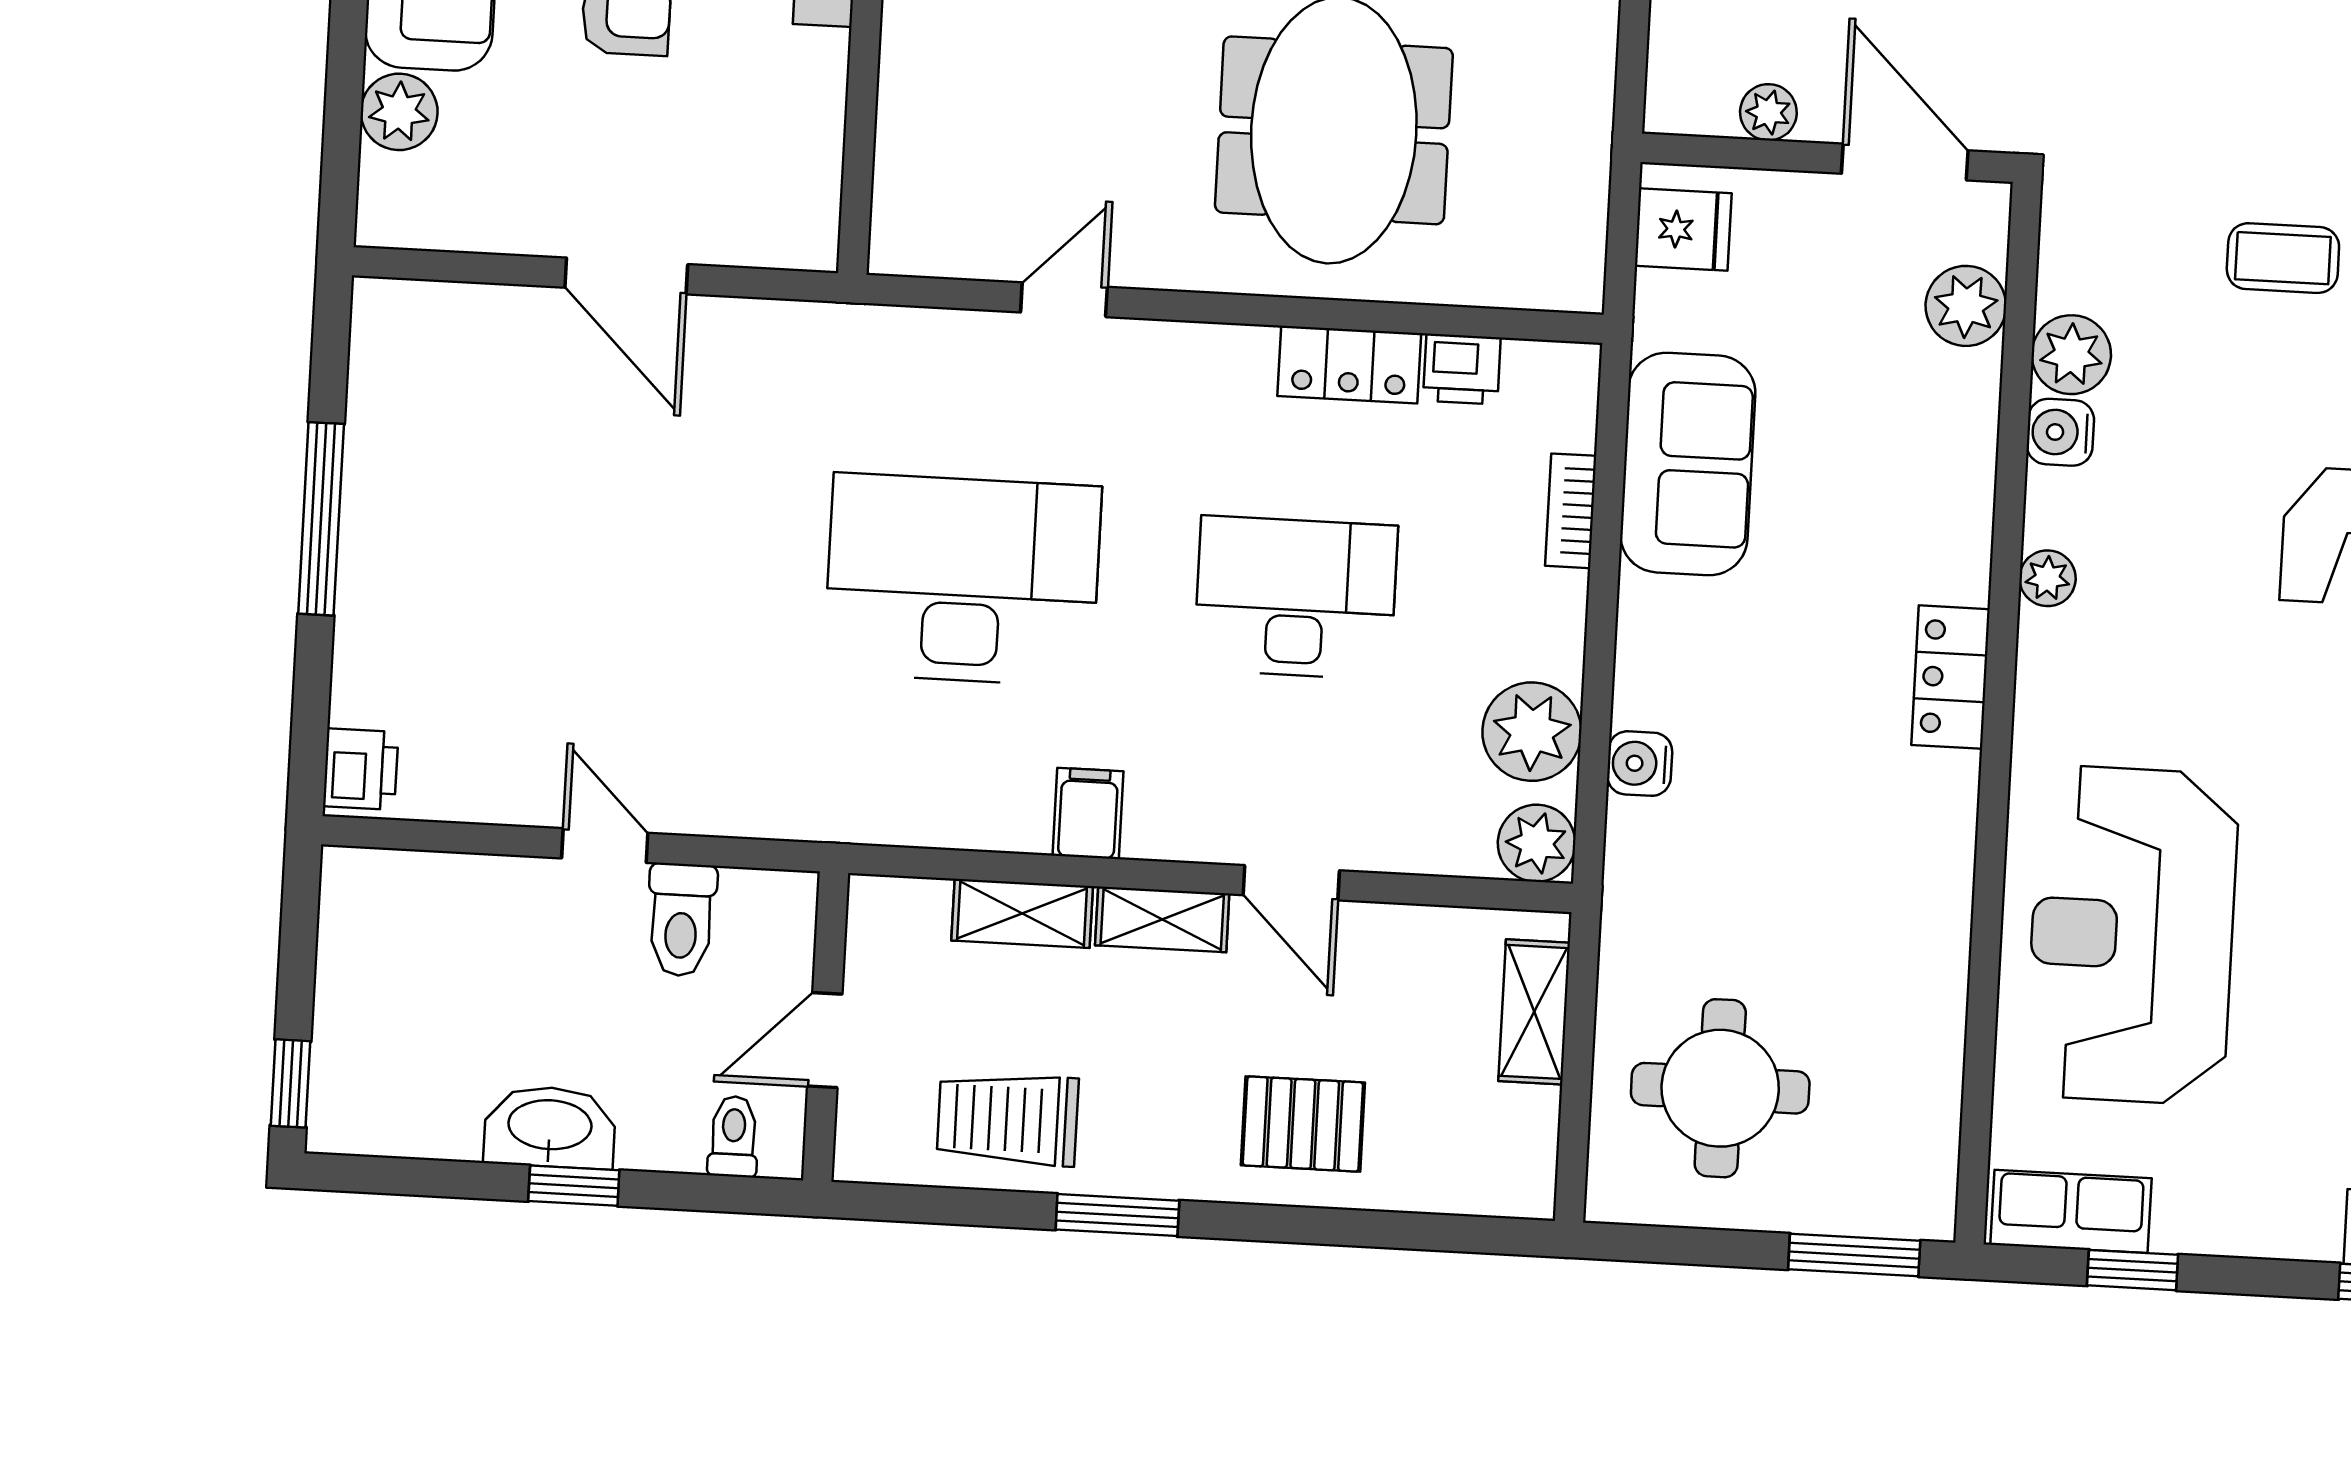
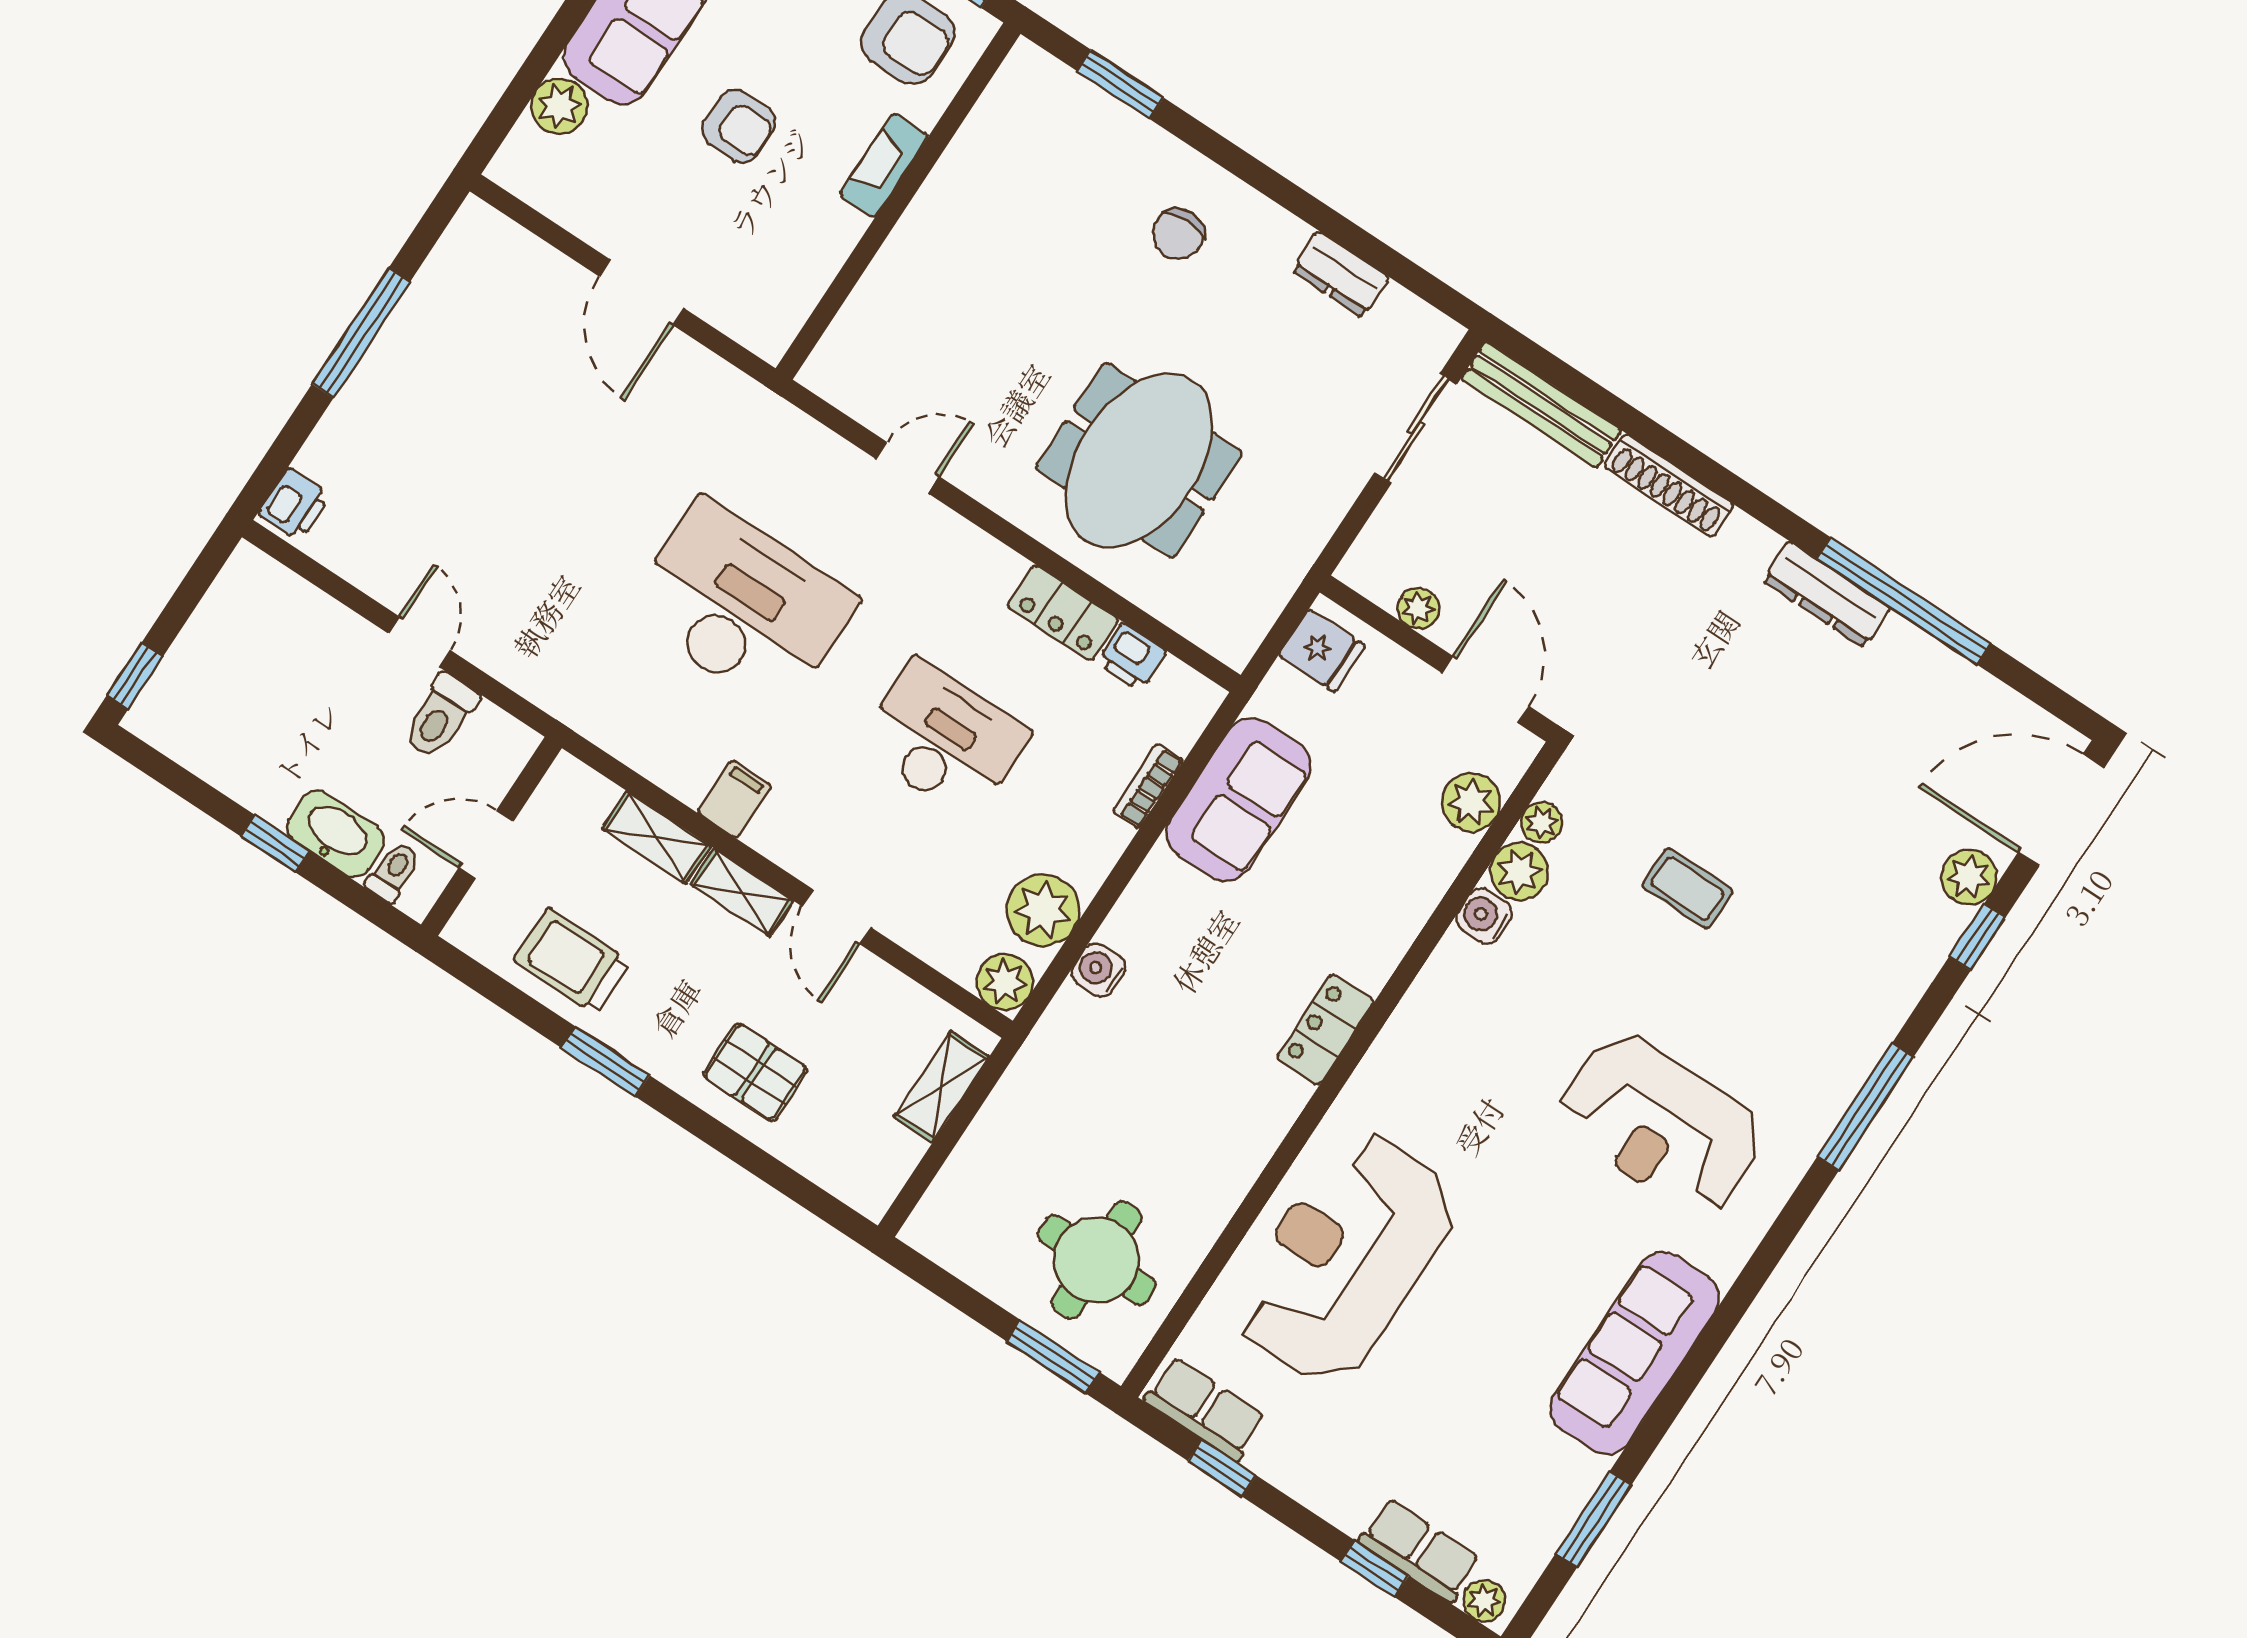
plant: (2048, 578) -> (1542, 822), moved
round table: (1720, 1088) -> (1097, 1260), moved
washbasin: (550, 1127) -> (336, 834), moved

